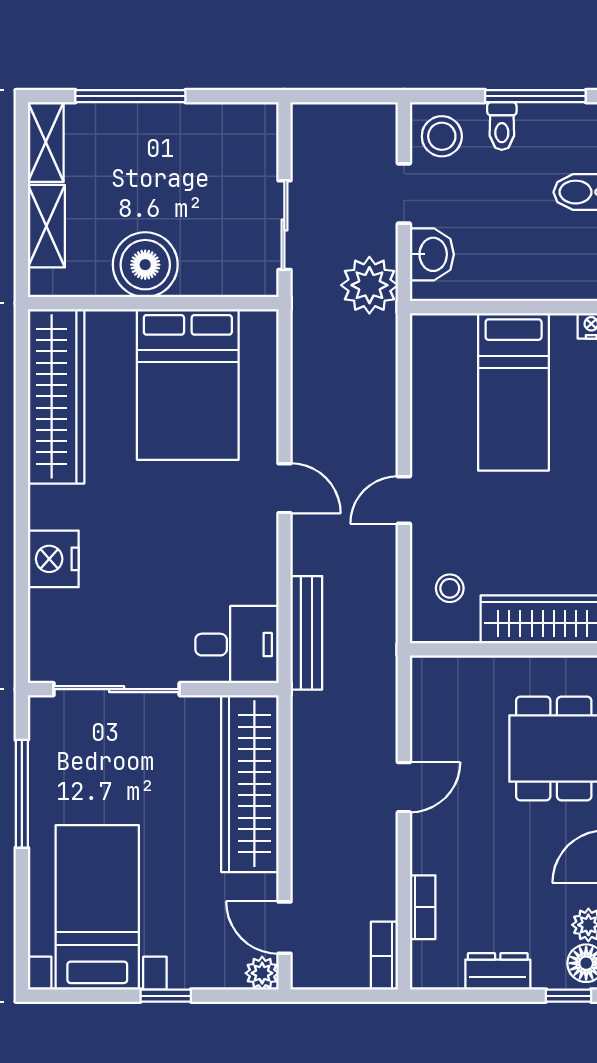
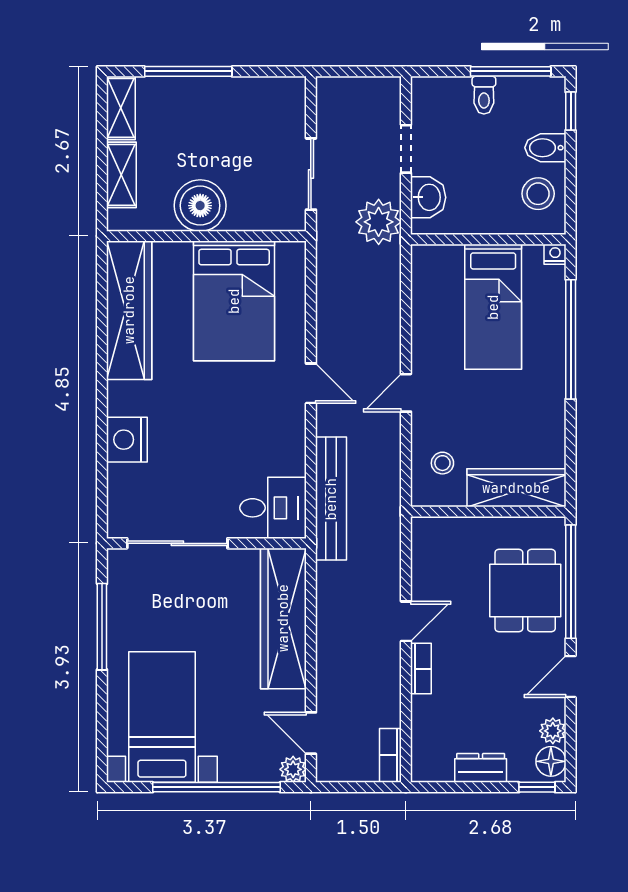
stool: (442, 136) -> (538, 194), moved
bench: (306, 633) -> (331, 499), width x1.37, depth x1.21
bookcase: (423, 907) -> (421, 669), moved
window: (166, 996) -> (216, 787), width x3.17

